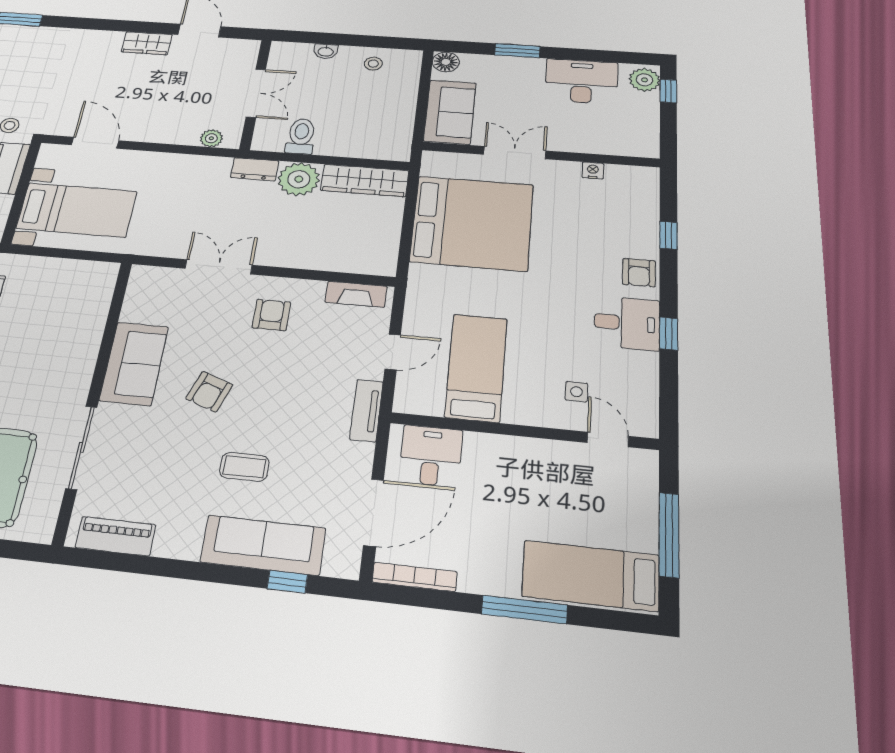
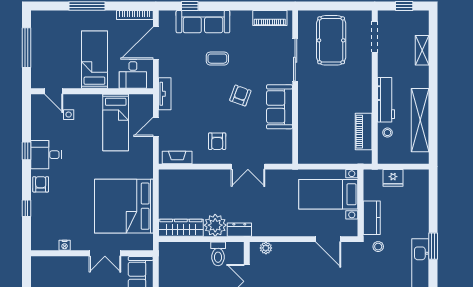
bed: (591, 576) -> (94, 60), moved, turned -90

